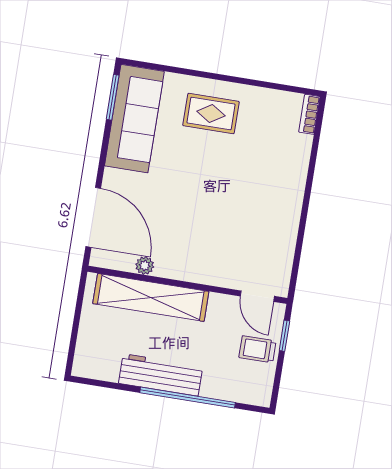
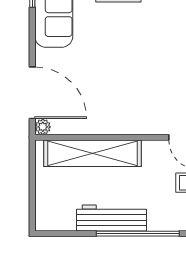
plant: (145, 266) -> (43, 127), moved

